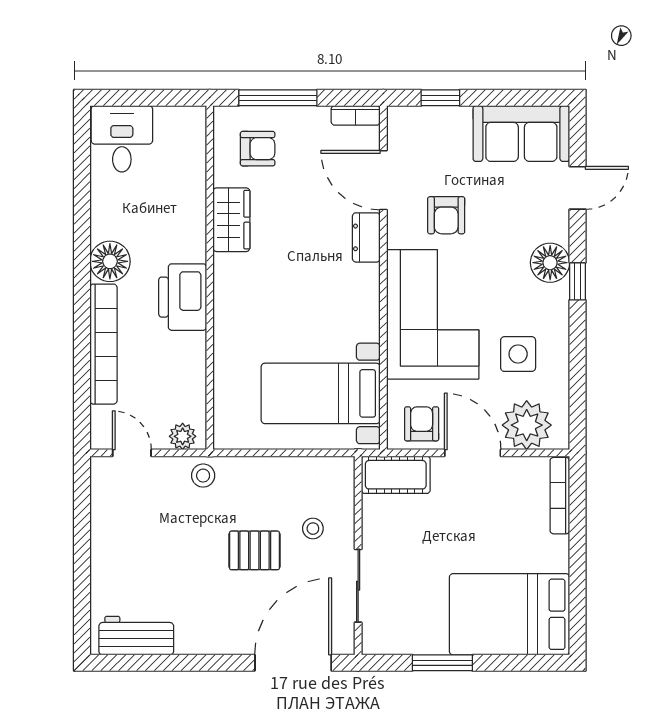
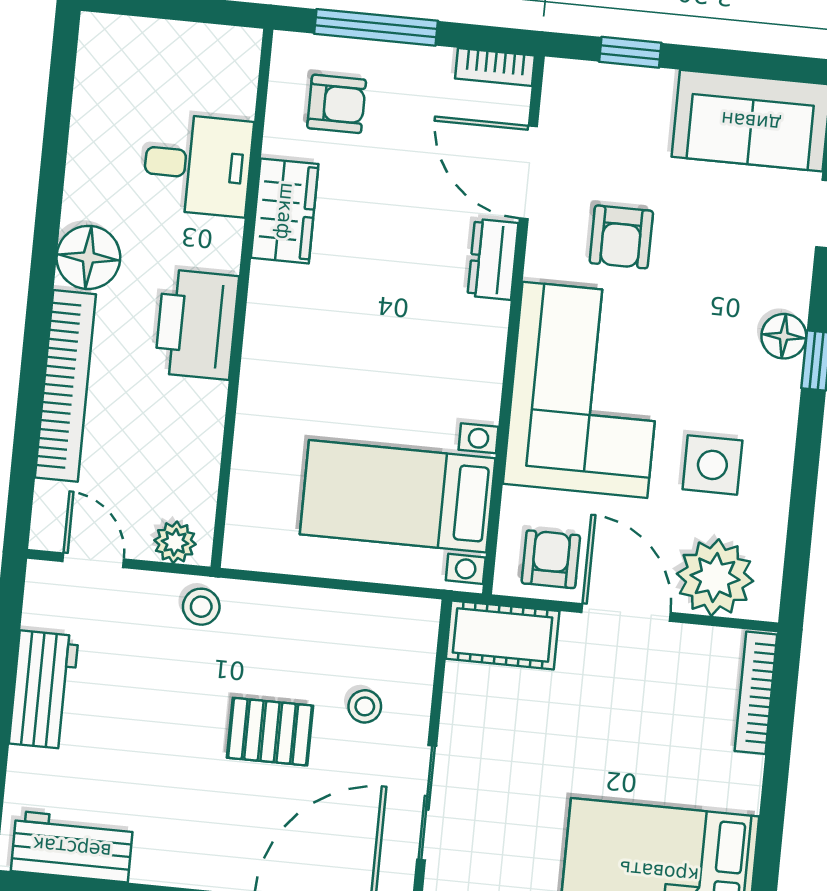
desk: (122, 139) -> (198, 165), moved, turned 90
floor lamp: (550, 263) -> (784, 336), width x0.73, depth x0.73
workbench: (109, 538) -> (44, 690), added

